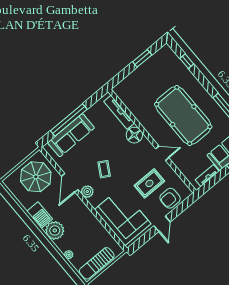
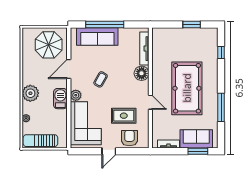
plant: (87, 192) -> (76, 95), moved
armchair: (170, 198) -> (129, 138), turned 90
barbecue: (40, 215) -> (60, 99), moved, turned 180

